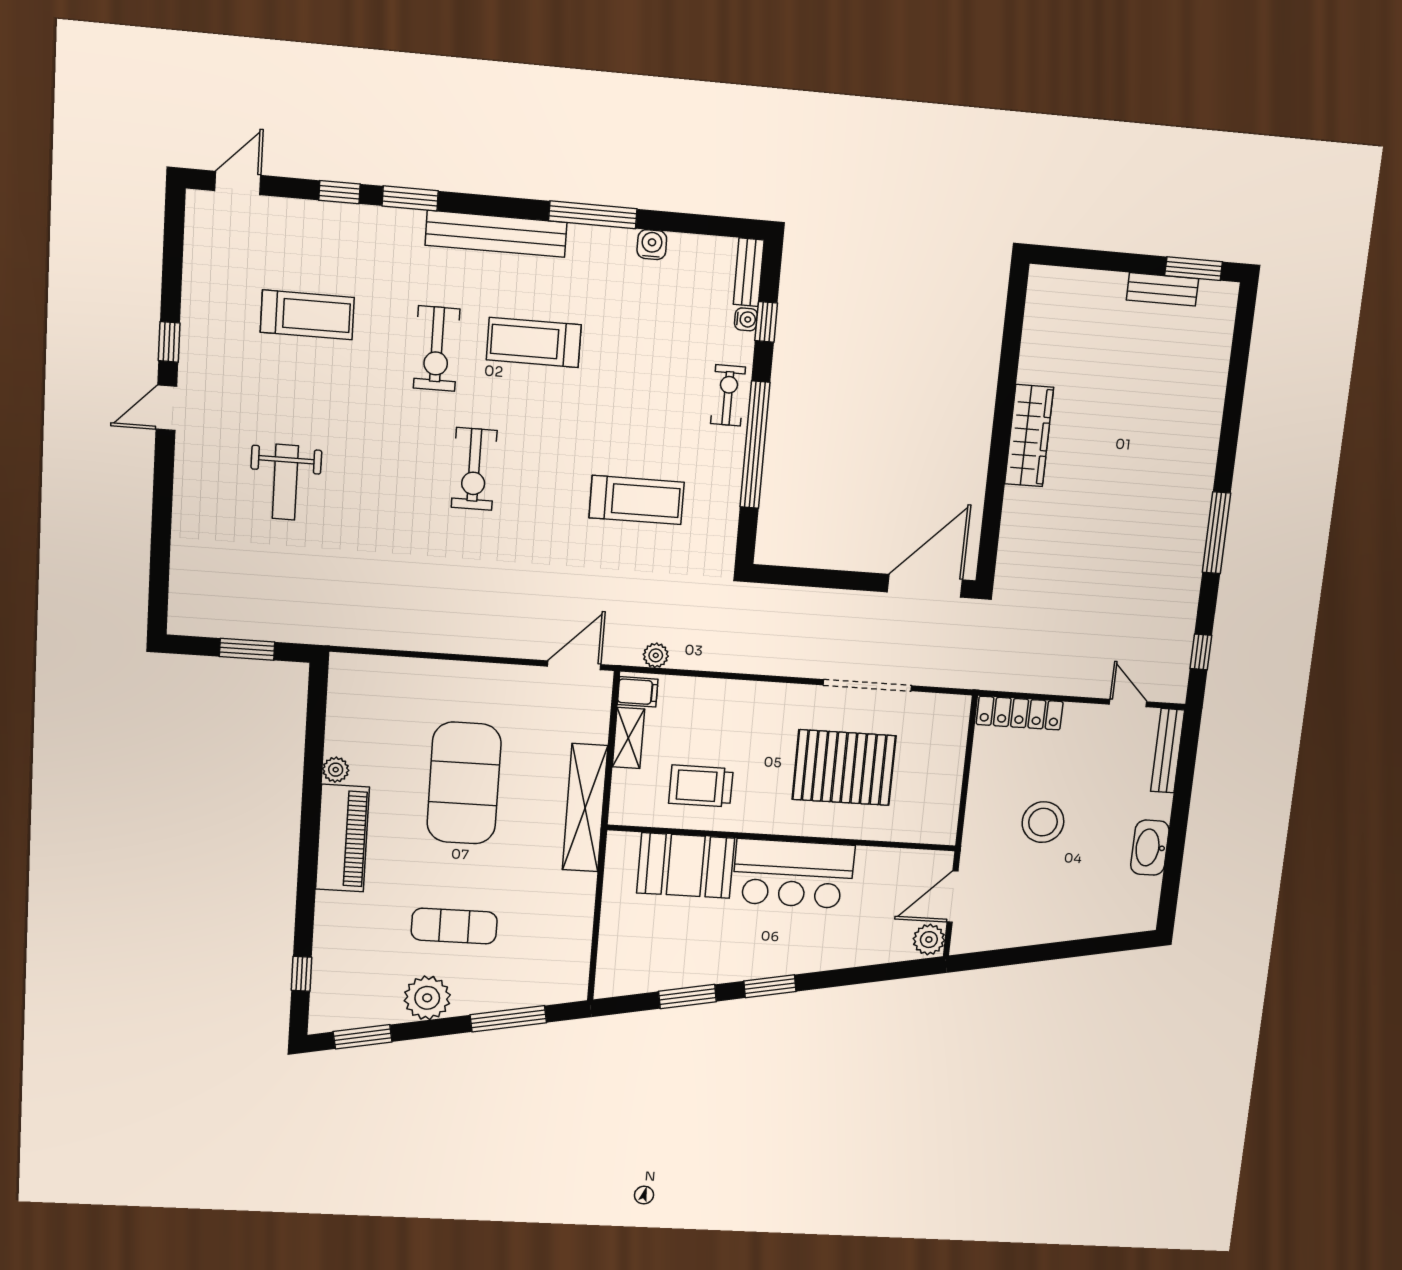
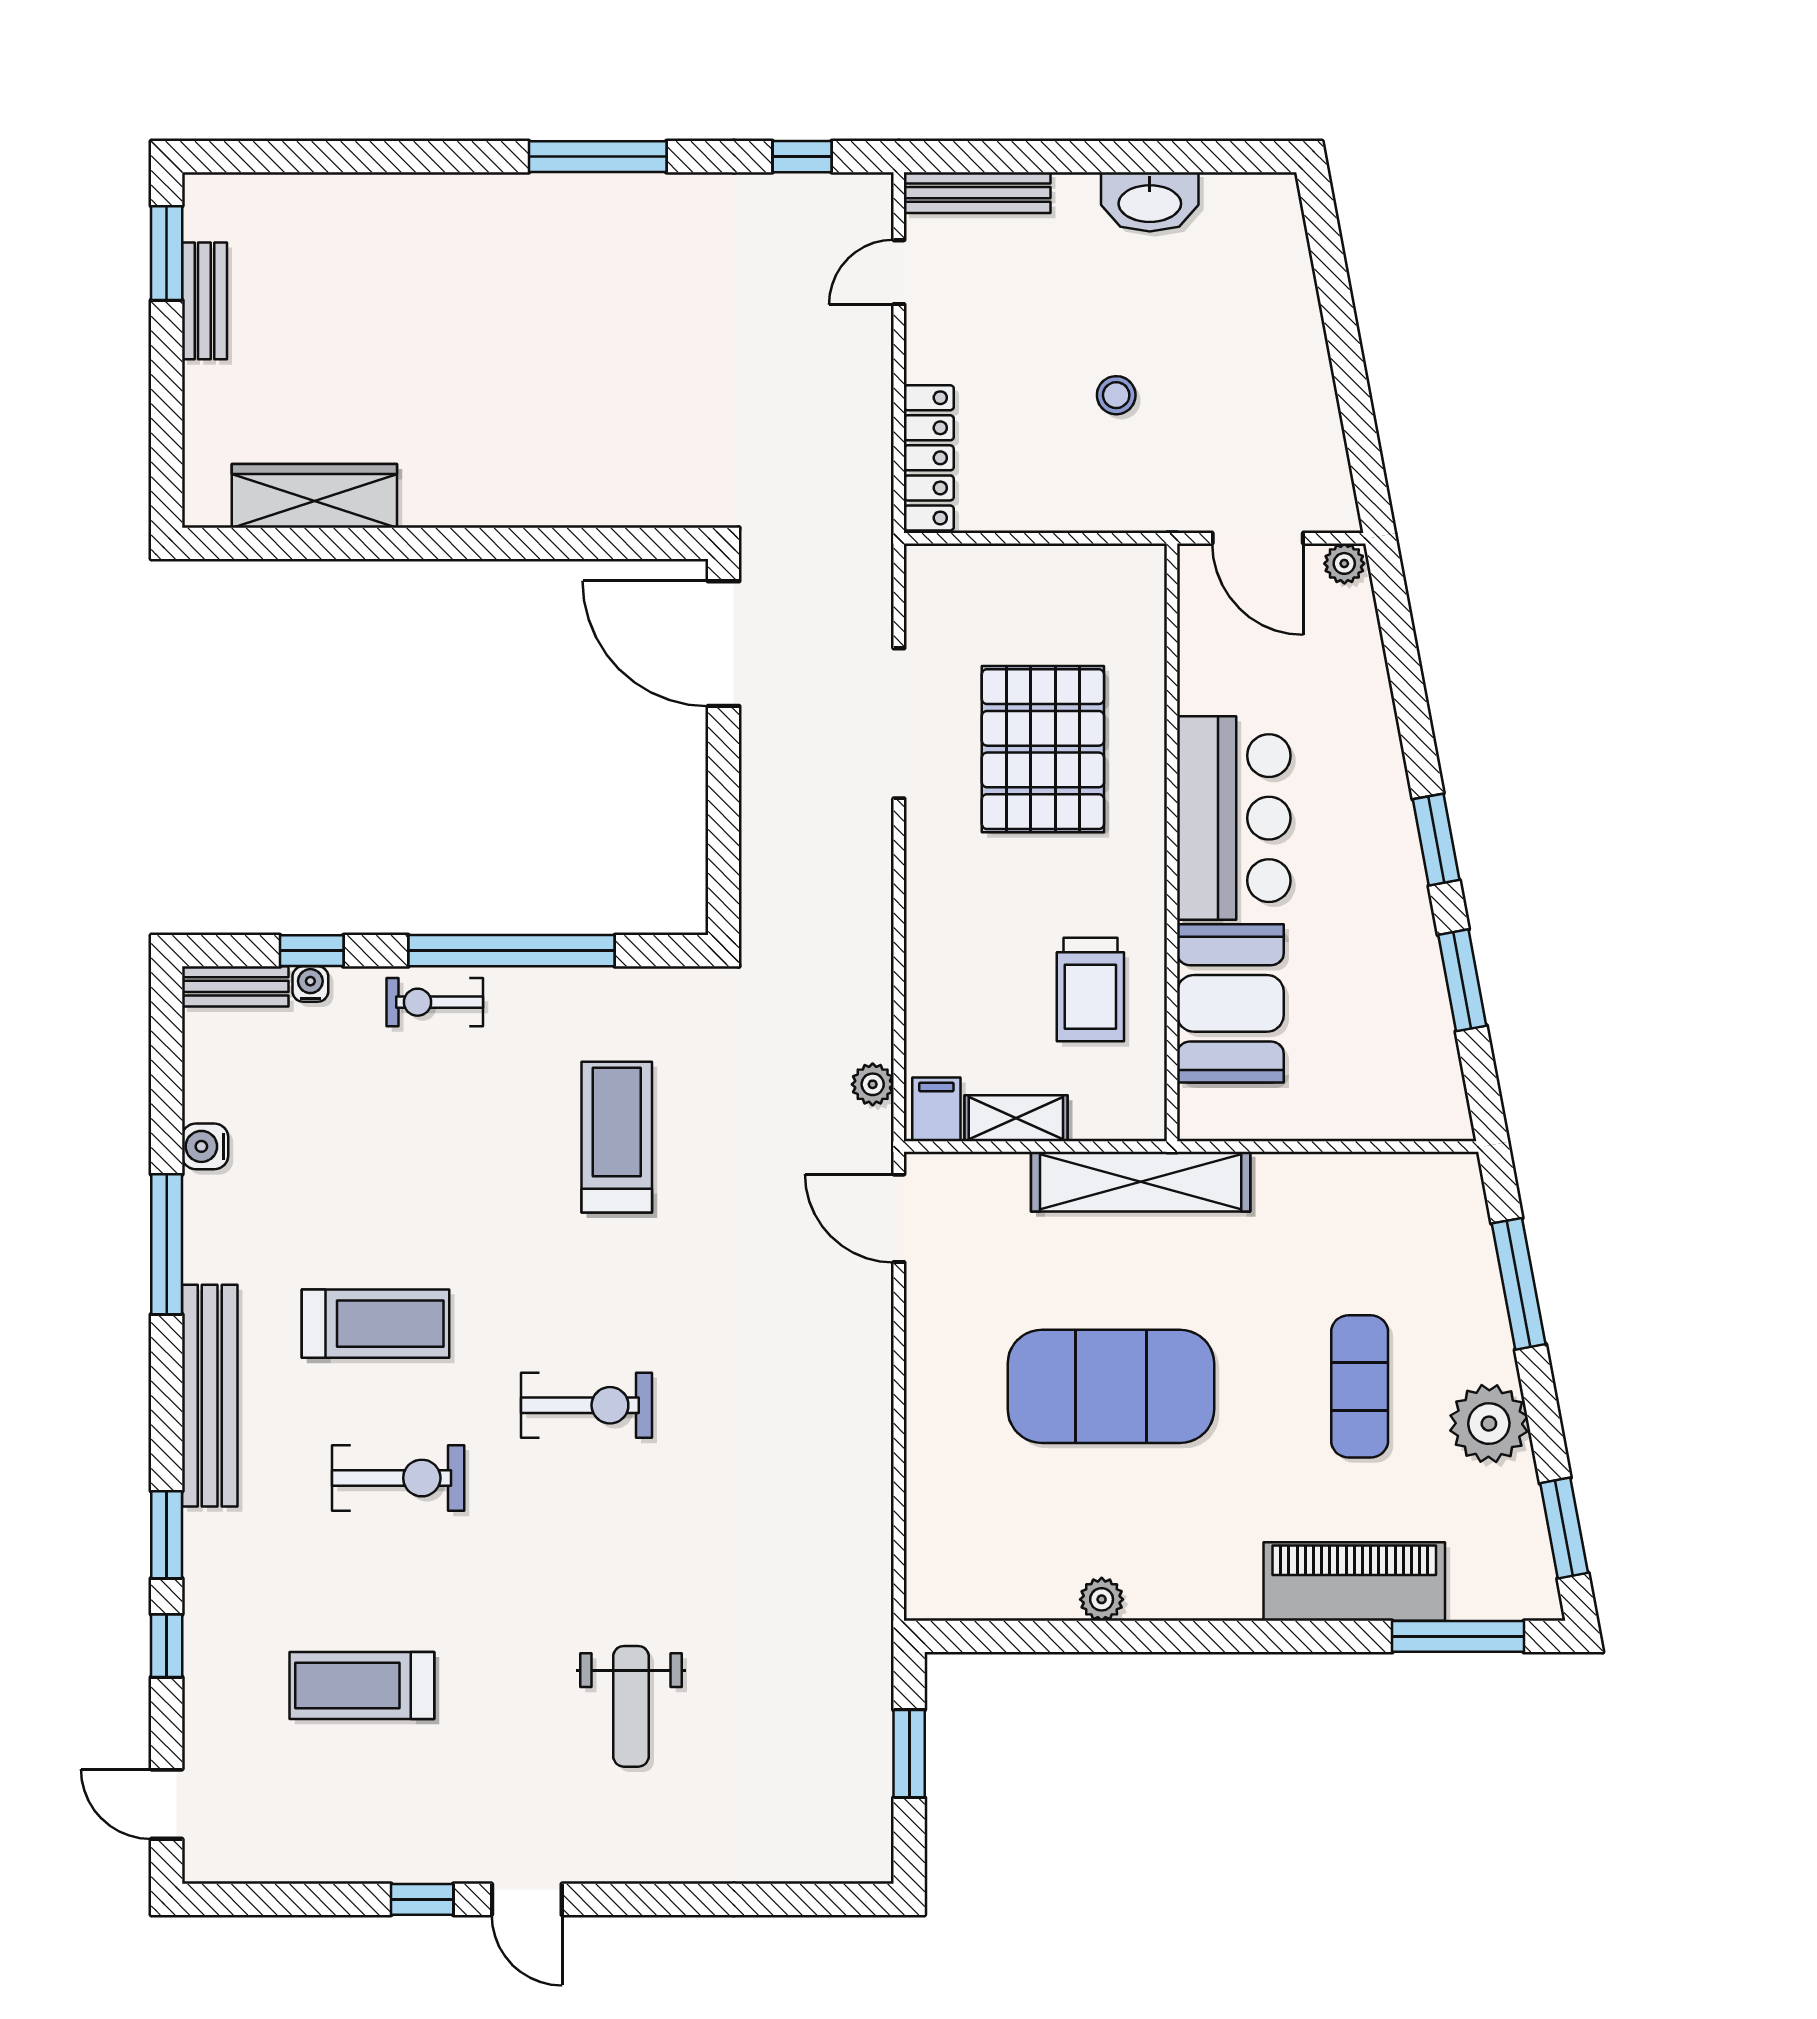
treadmill: (307, 315) -> (362, 1685), turned -90
treadmill: (534, 342) -> (376, 1324), turned -90
wardrobe: (1029, 436) -> (314, 496), moved
weight bench: (285, 482) -> (631, 1706), turned 90
stool: (1043, 822) -> (1116, 395), width x0.53, depth x0.53
piano: (342, 838) -> (1354, 1582), moved
plant: (929, 940) -> (1344, 563), width x0.73, depth x0.73
window: (301, 974) -> (1458, 1636), width x2.17

